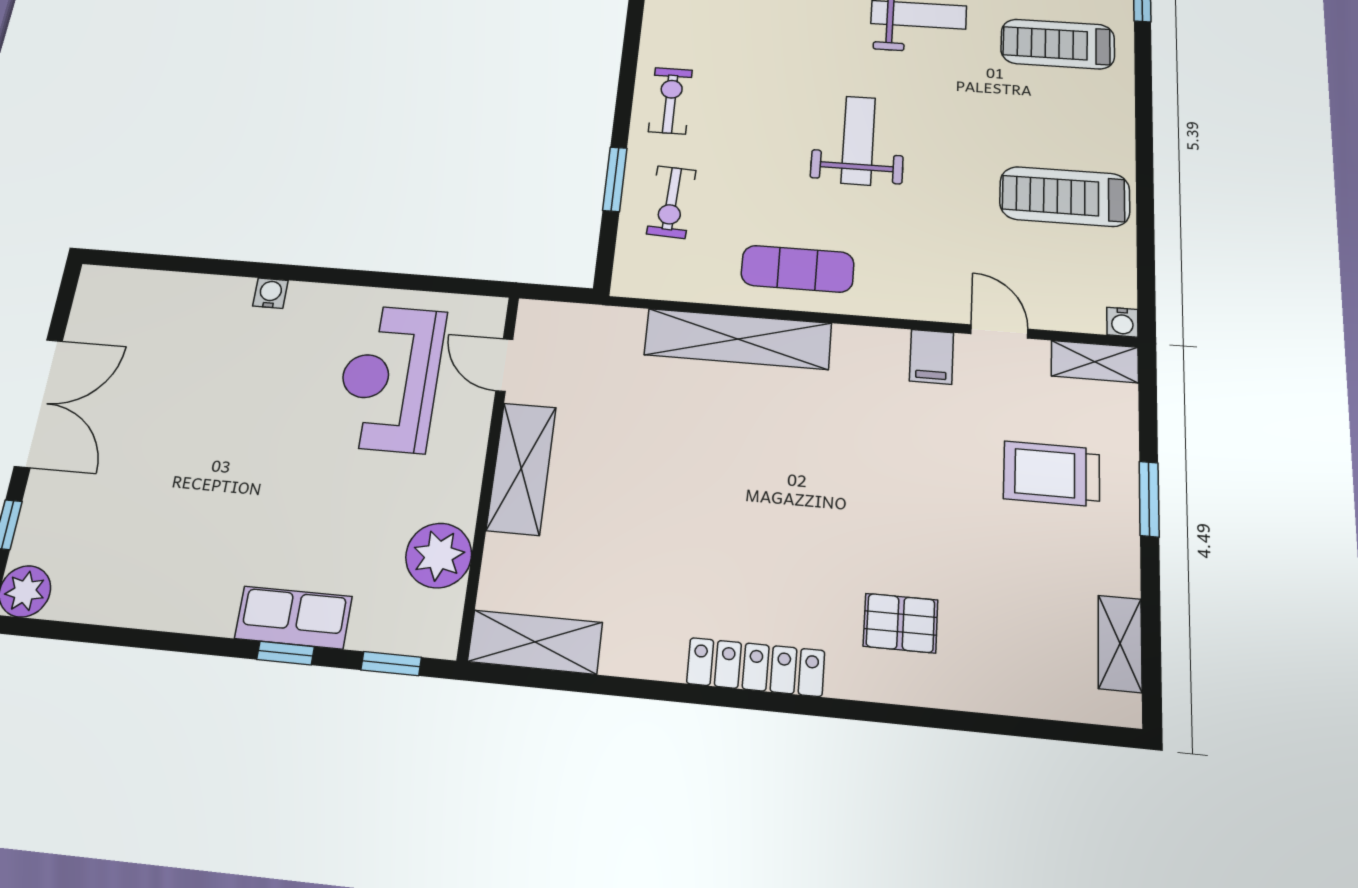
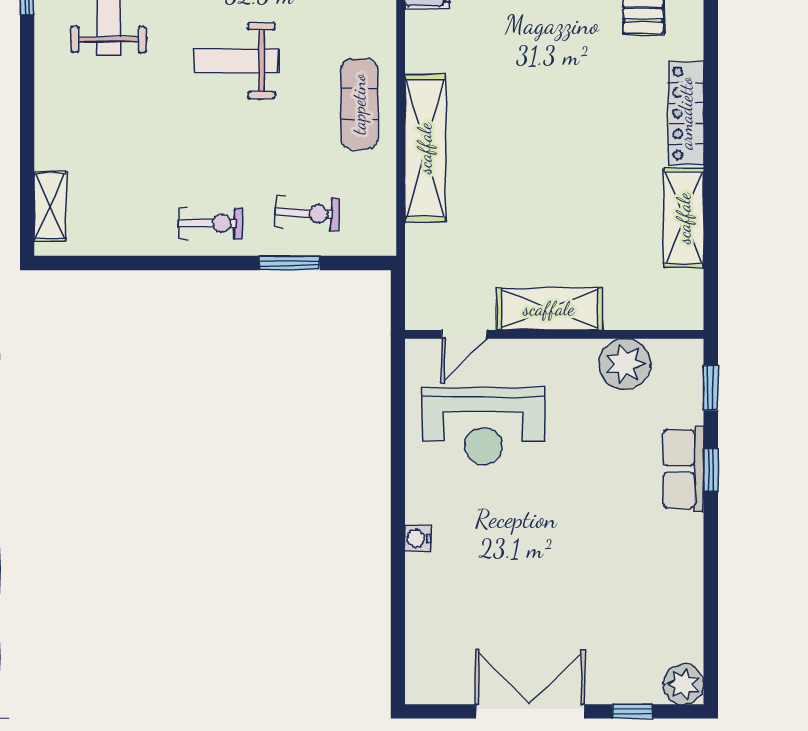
exercise bike: (670, 101) -> (210, 223), turned 180
shelving: (535, 642) -> (684, 218), moved

